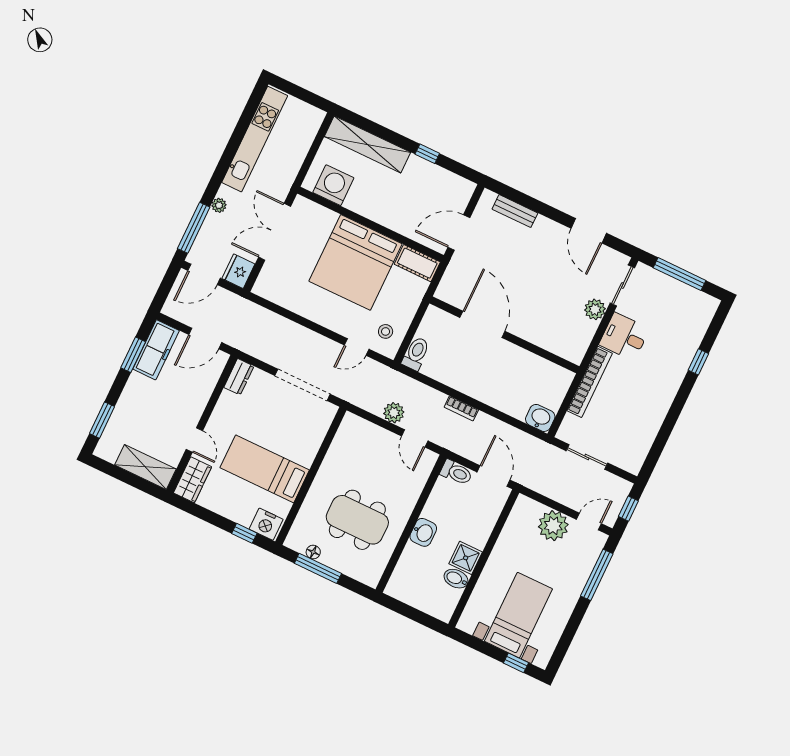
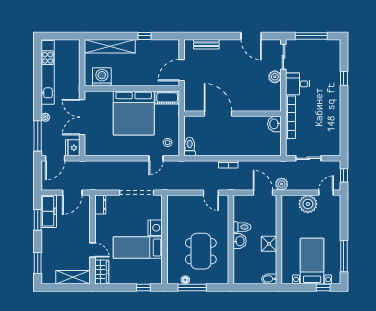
plant: (394, 413) -> (282, 184), moved
washbasin: (540, 418) -> (274, 124), moved, turned -90
toilet: (456, 472) -> (242, 227), moved
dining table: (357, 520) -> (201, 251), turned 90
nightstand: (266, 524) -> (155, 228), moved, turned -90
window: (597, 575) -> (344, 256), moved
bidet: (456, 579) -> (269, 279), moved

